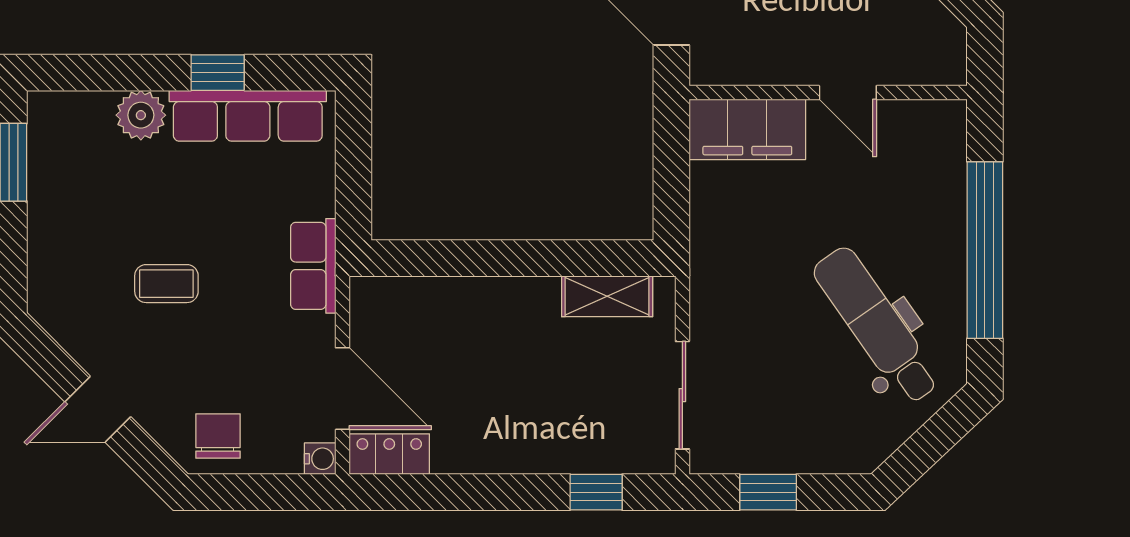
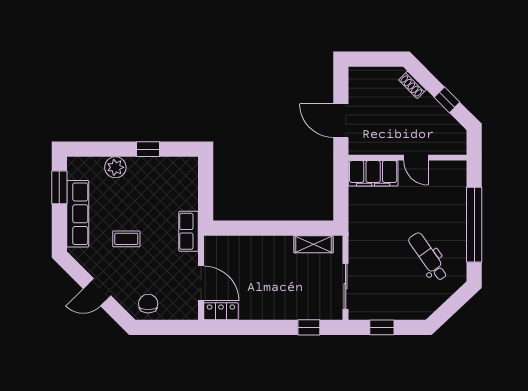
row of seats: (248, 116) -> (78, 214), moved, turned -90
dental chair: (877, 325) -> (428, 257), width x0.73, depth x0.72
water cooler: (320, 459) -> (192, 313), removed

